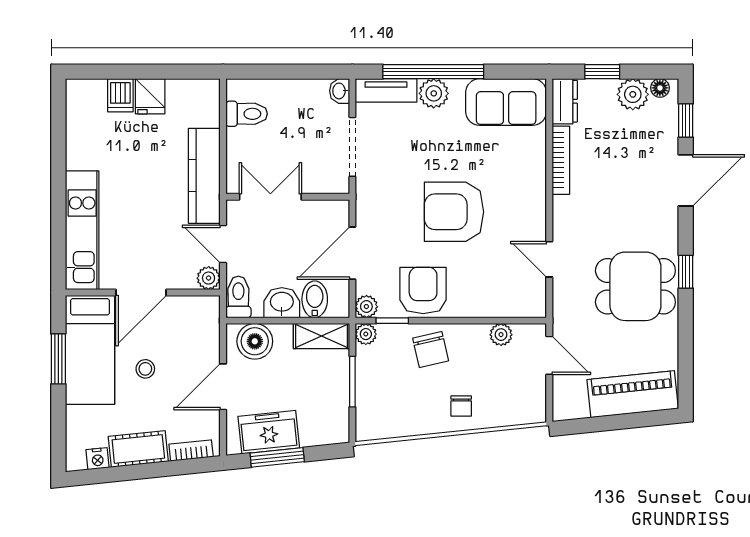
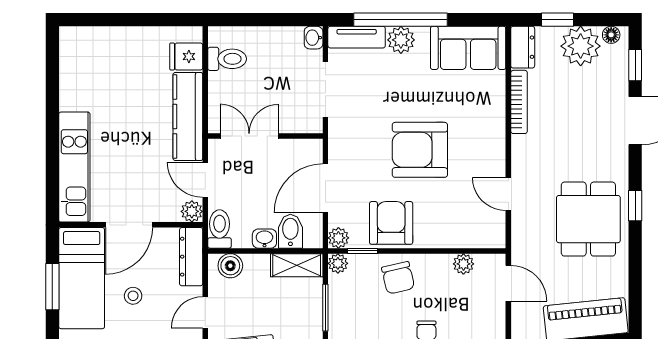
plant: (633, 94) -> (581, 46), width x1.36, depth x1.36
dishwasher: (120, 95) -> (110, 42), removed
fridge: (150, 96) -> (186, 56), moved, turned 90
dining table: (635, 286) -> (588, 219), turned 90
washbasin: (282, 303) -> (264, 239), width x0.72, depth x0.69
dresser: (208, 327) -> (191, 257), added
boiler: (255, 341) -> (230, 266), width x0.73, depth x0.73
door: (223, 387) -> (205, 312), width x0.73

